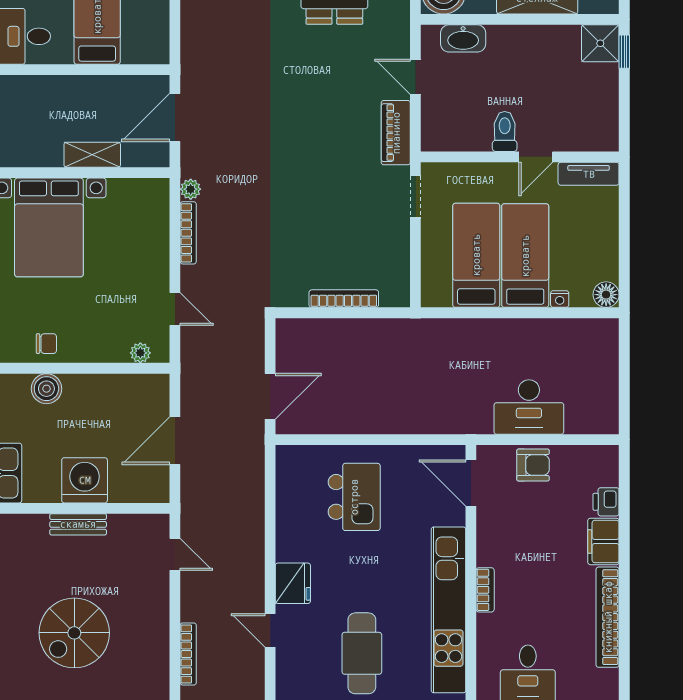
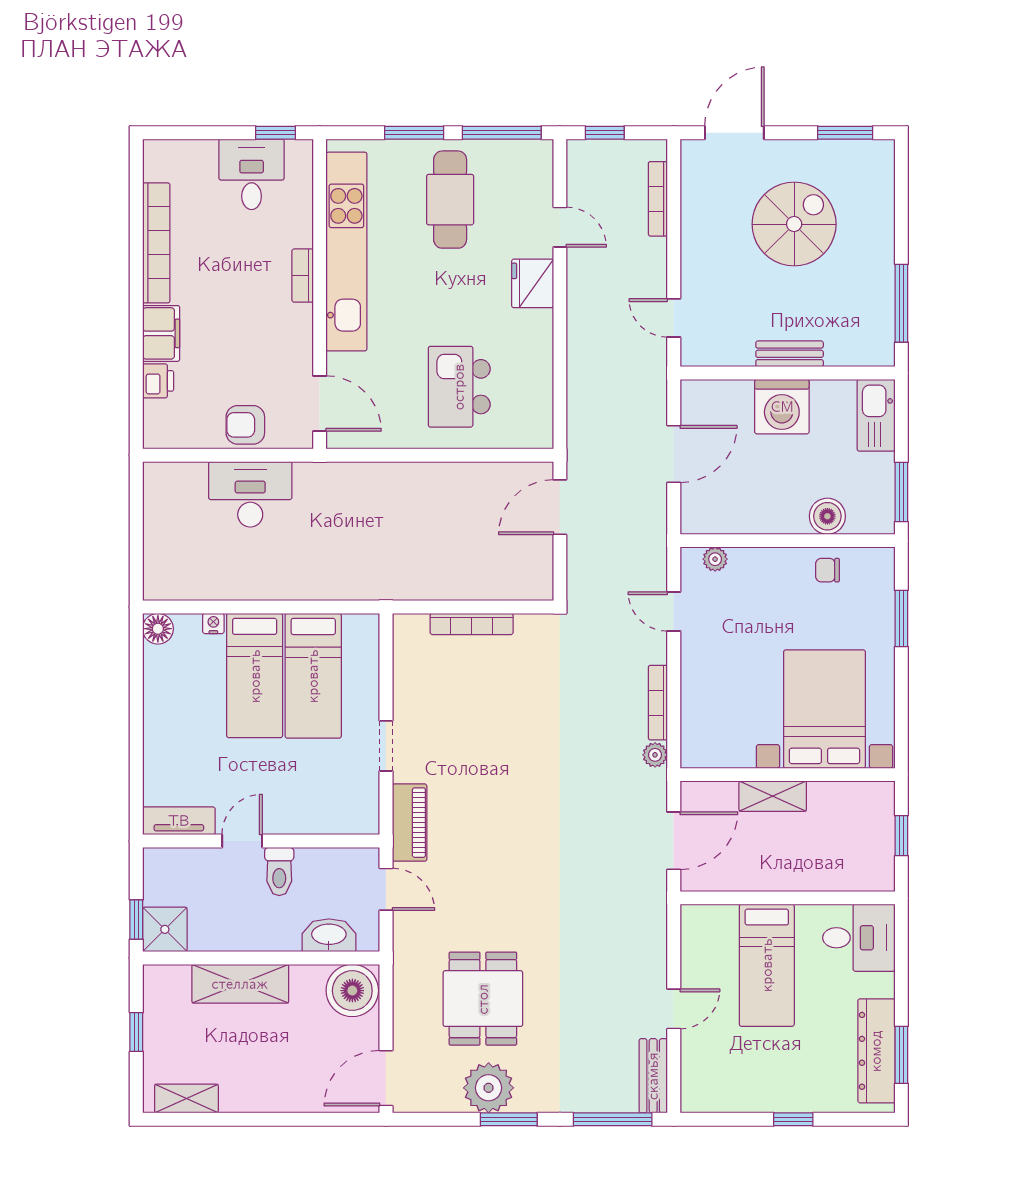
toilet: (505, 131) -> (279, 871), moved
wall: (520, 157) -> (261, 841), moved
door: (536, 157) -> (242, 841), moved
tv unit: (589, 174) -> (179, 821), moved

